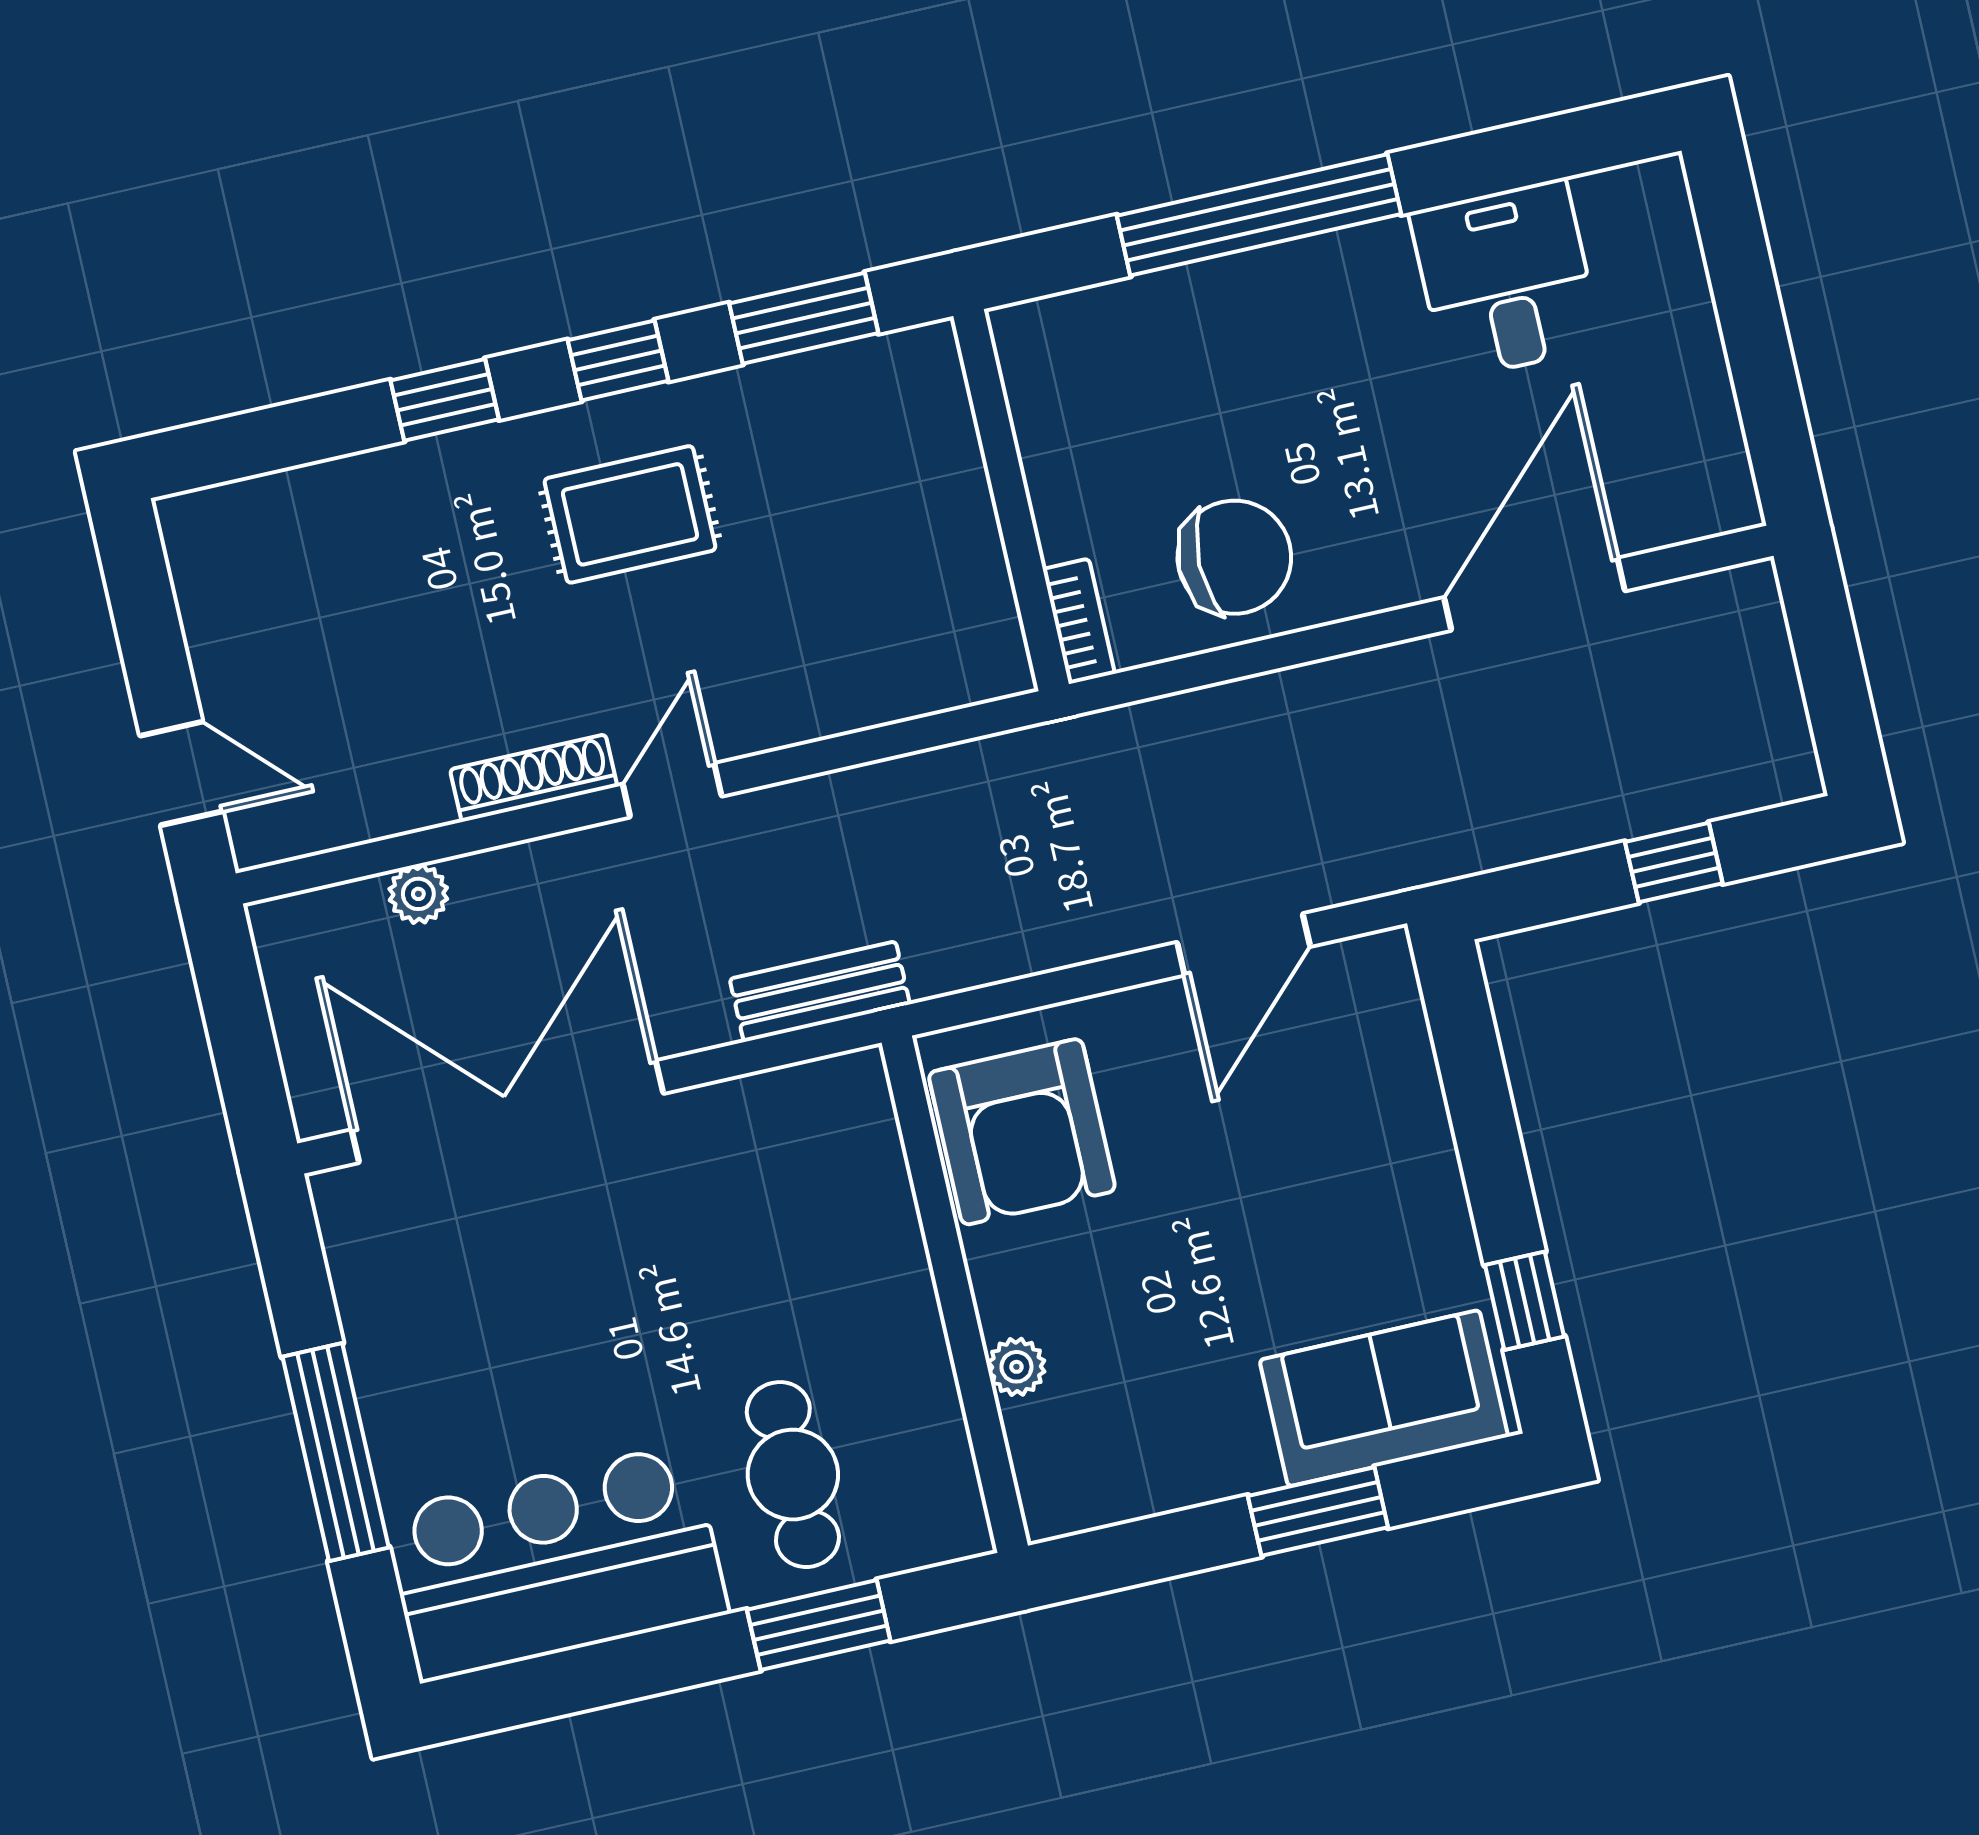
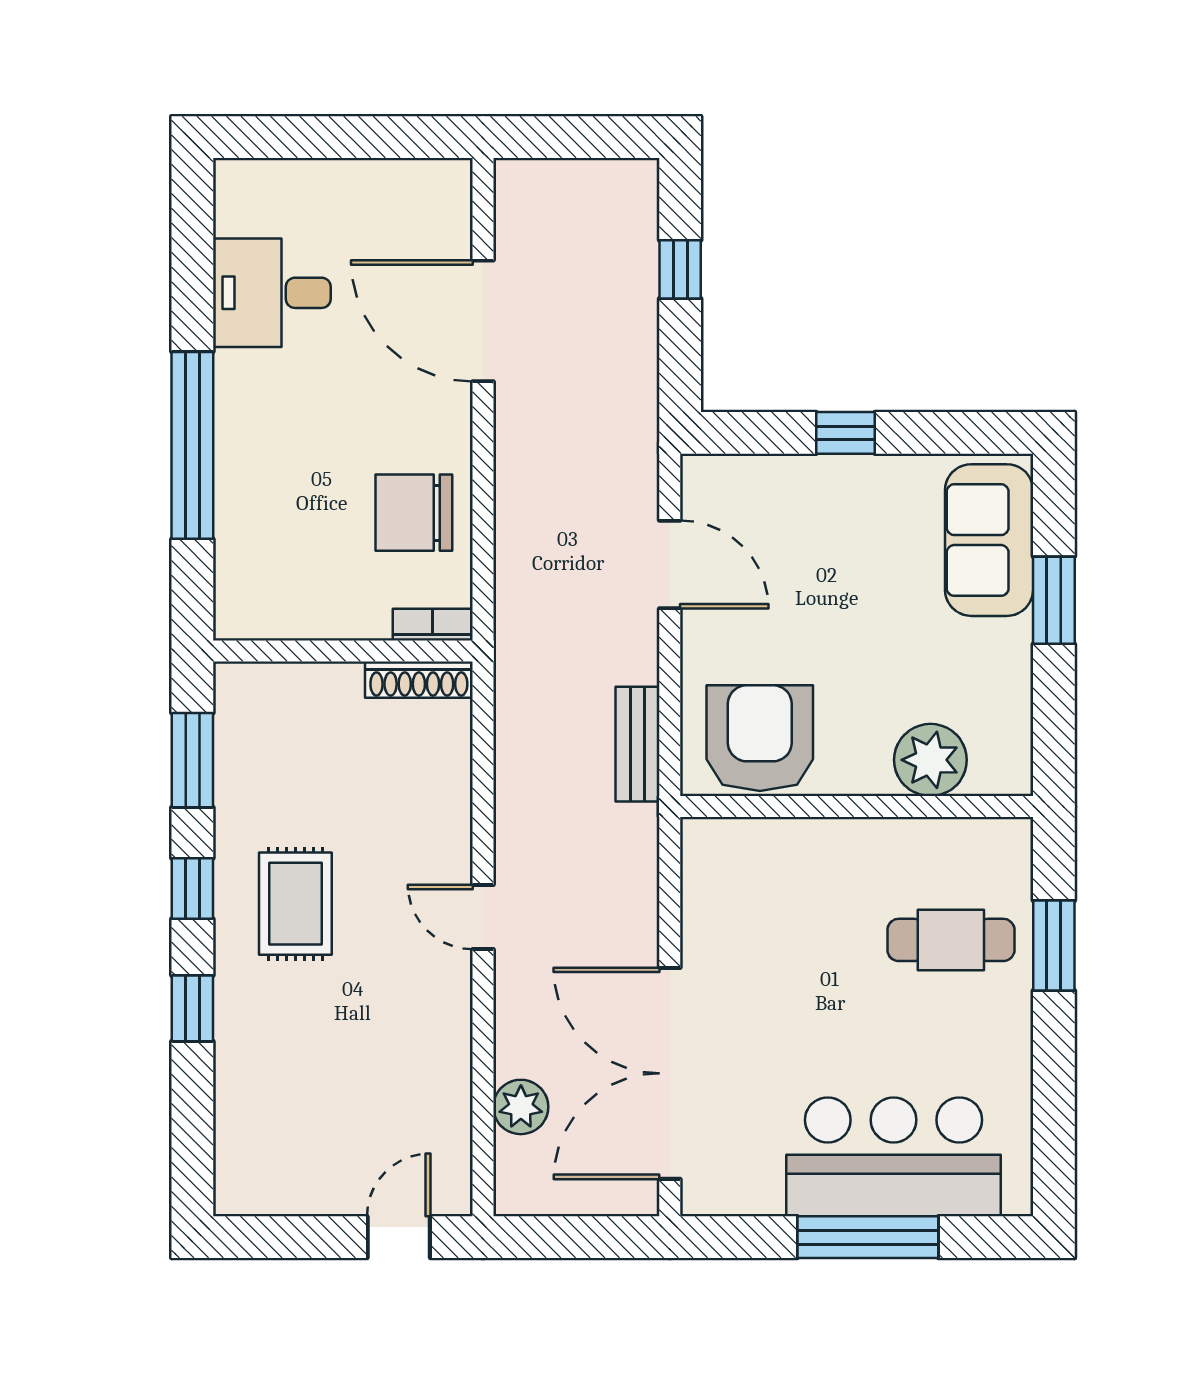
chair: (1234, 557) -> (414, 513), turned -90
shoe rack: (534, 778) -> (419, 680), moved, turned -90
plant: (418, 894) -> (521, 1107), width x1.38, depth x1.38
bench: (820, 992) -> (637, 744), moved
armchair: (1022, 1132) -> (760, 738), turned -90
window: (1525, 1301) -> (846, 433), moved
plant: (1016, 1367) -> (930, 760), width x1.88, depth x1.88
bar counter: (555, 1563) -> (894, 1157), moved, turned 90

